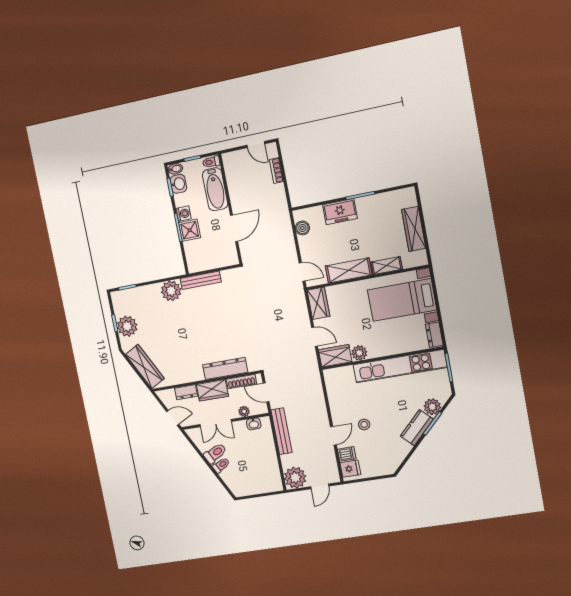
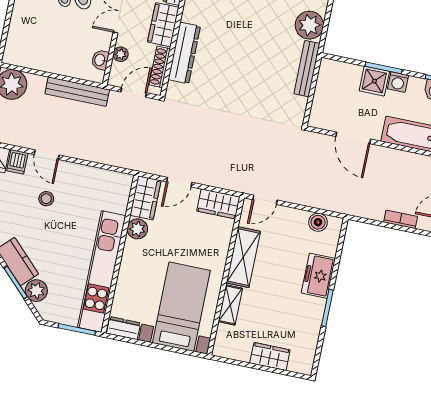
wardrobe: (414, 229) -> (270, 356), width x0.67

